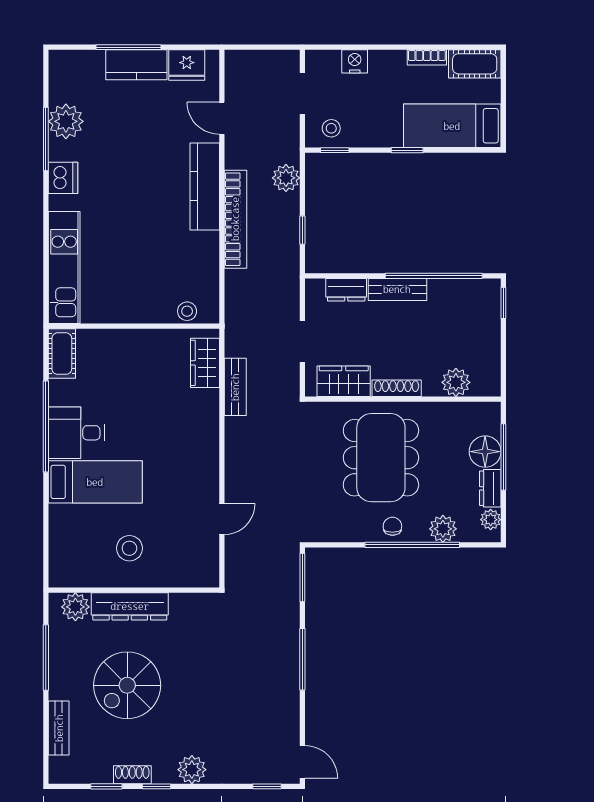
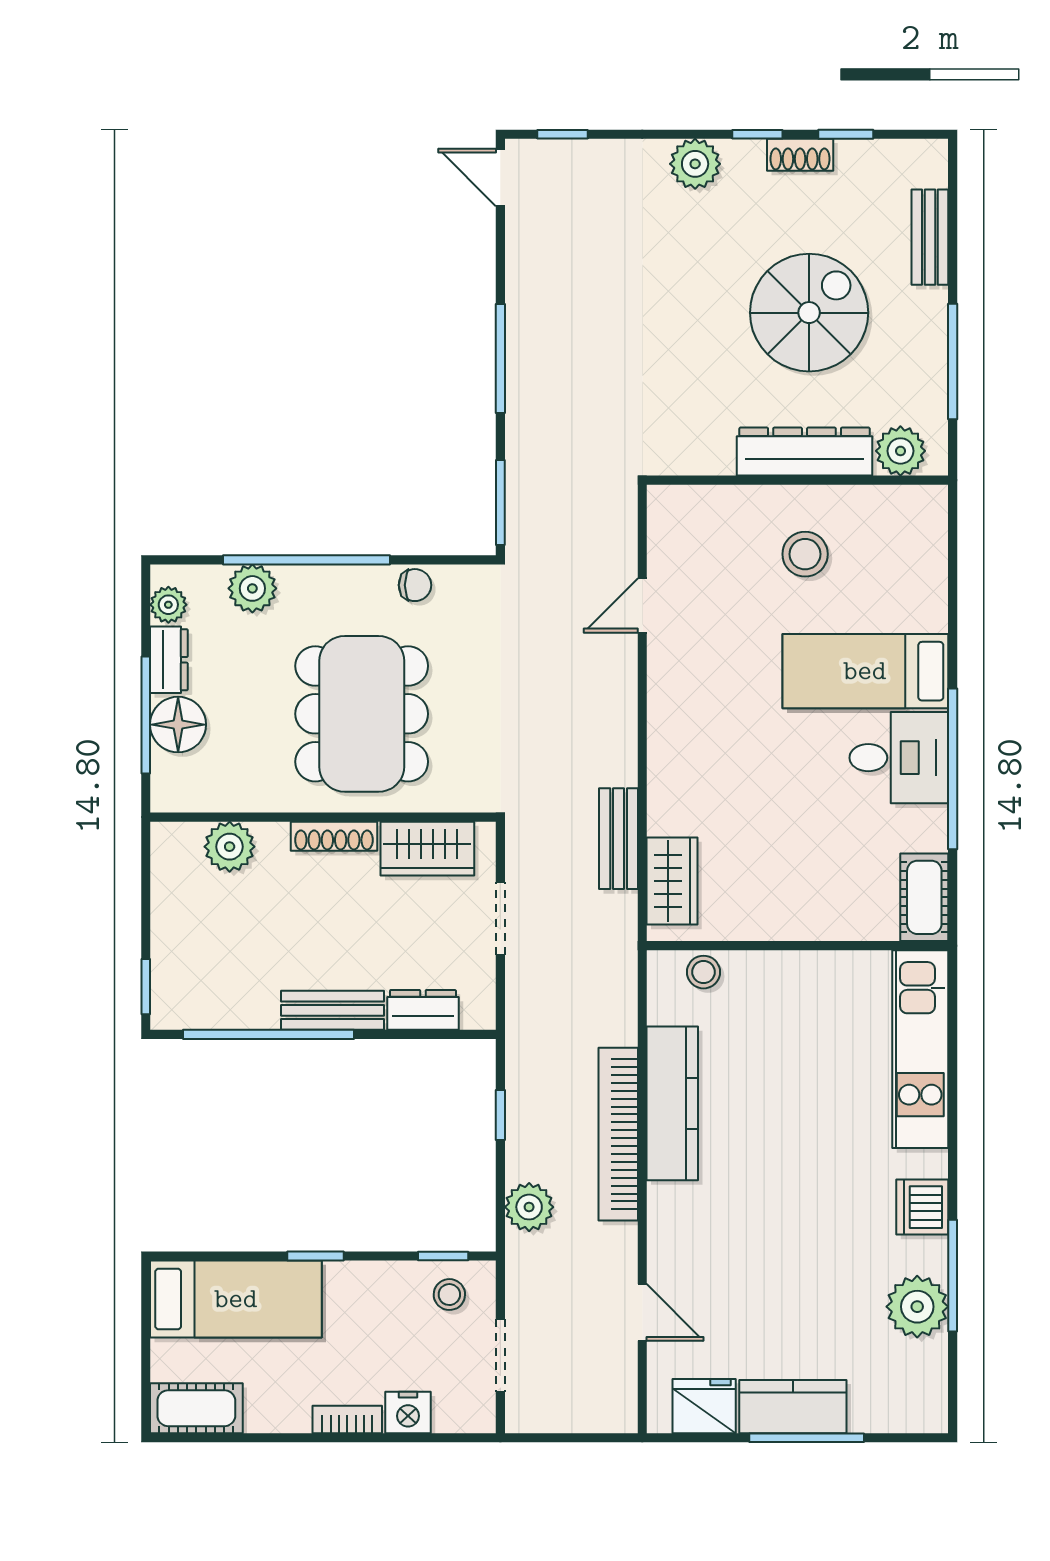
bookcase: (427, 57) -> (347, 1420), moved
kitchen counter: (205, 186) -> (672, 1103), moved
chair: (392, 526) -> (415, 585), moved, turned -90

